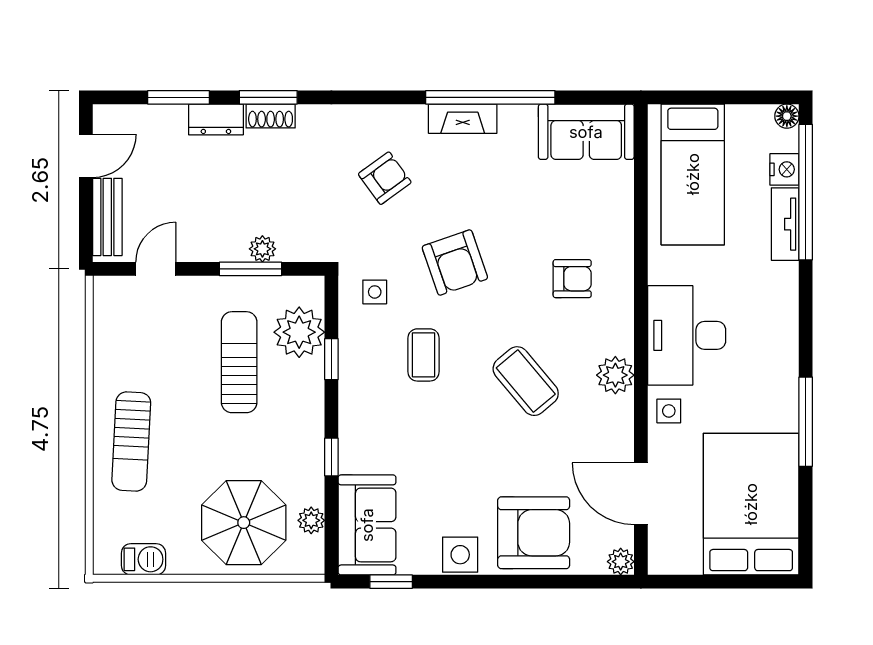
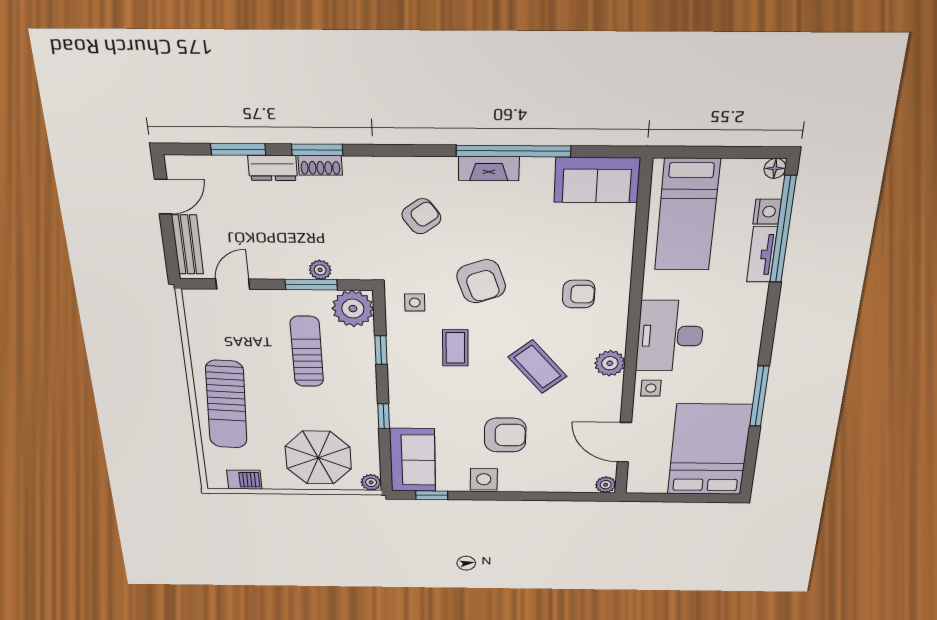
plant: (299, 332) -> (353, 309), moved
sun lounger: (131, 441) -> (226, 405), width x1.36, depth x1.34
plant: (311, 520) -> (371, 482), moved
armchair: (534, 533) -> (505, 435), moved, width x0.73, depth x0.73

